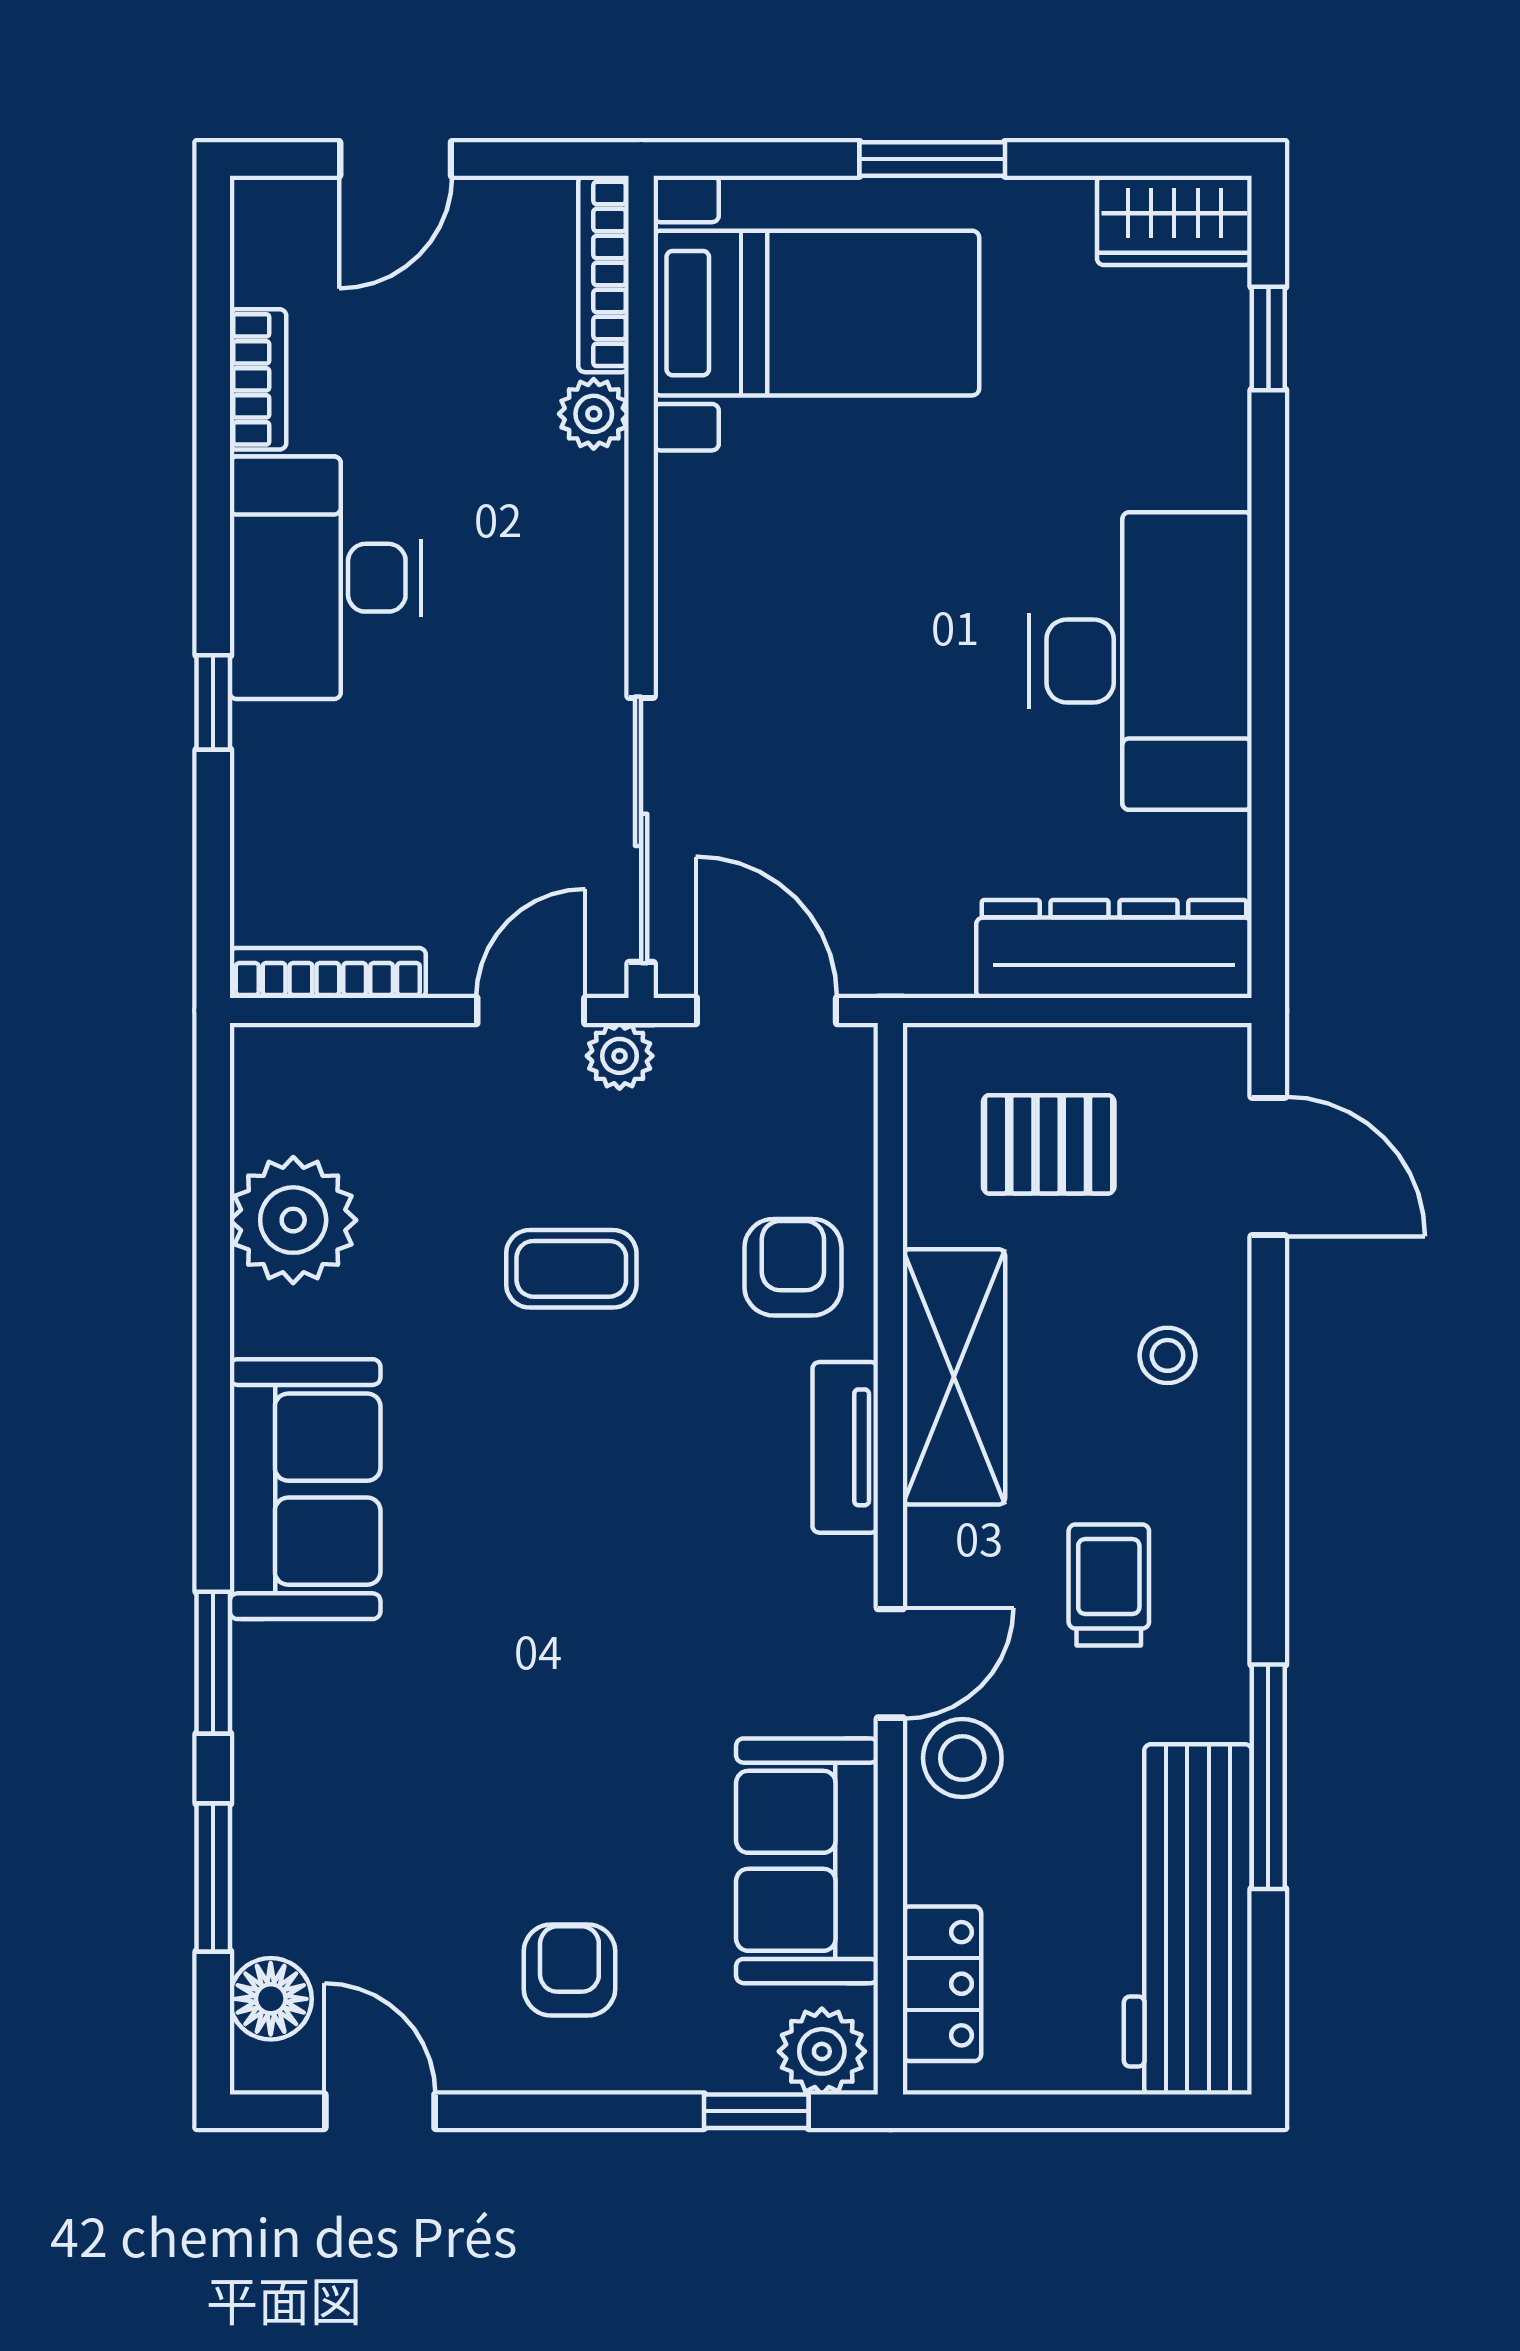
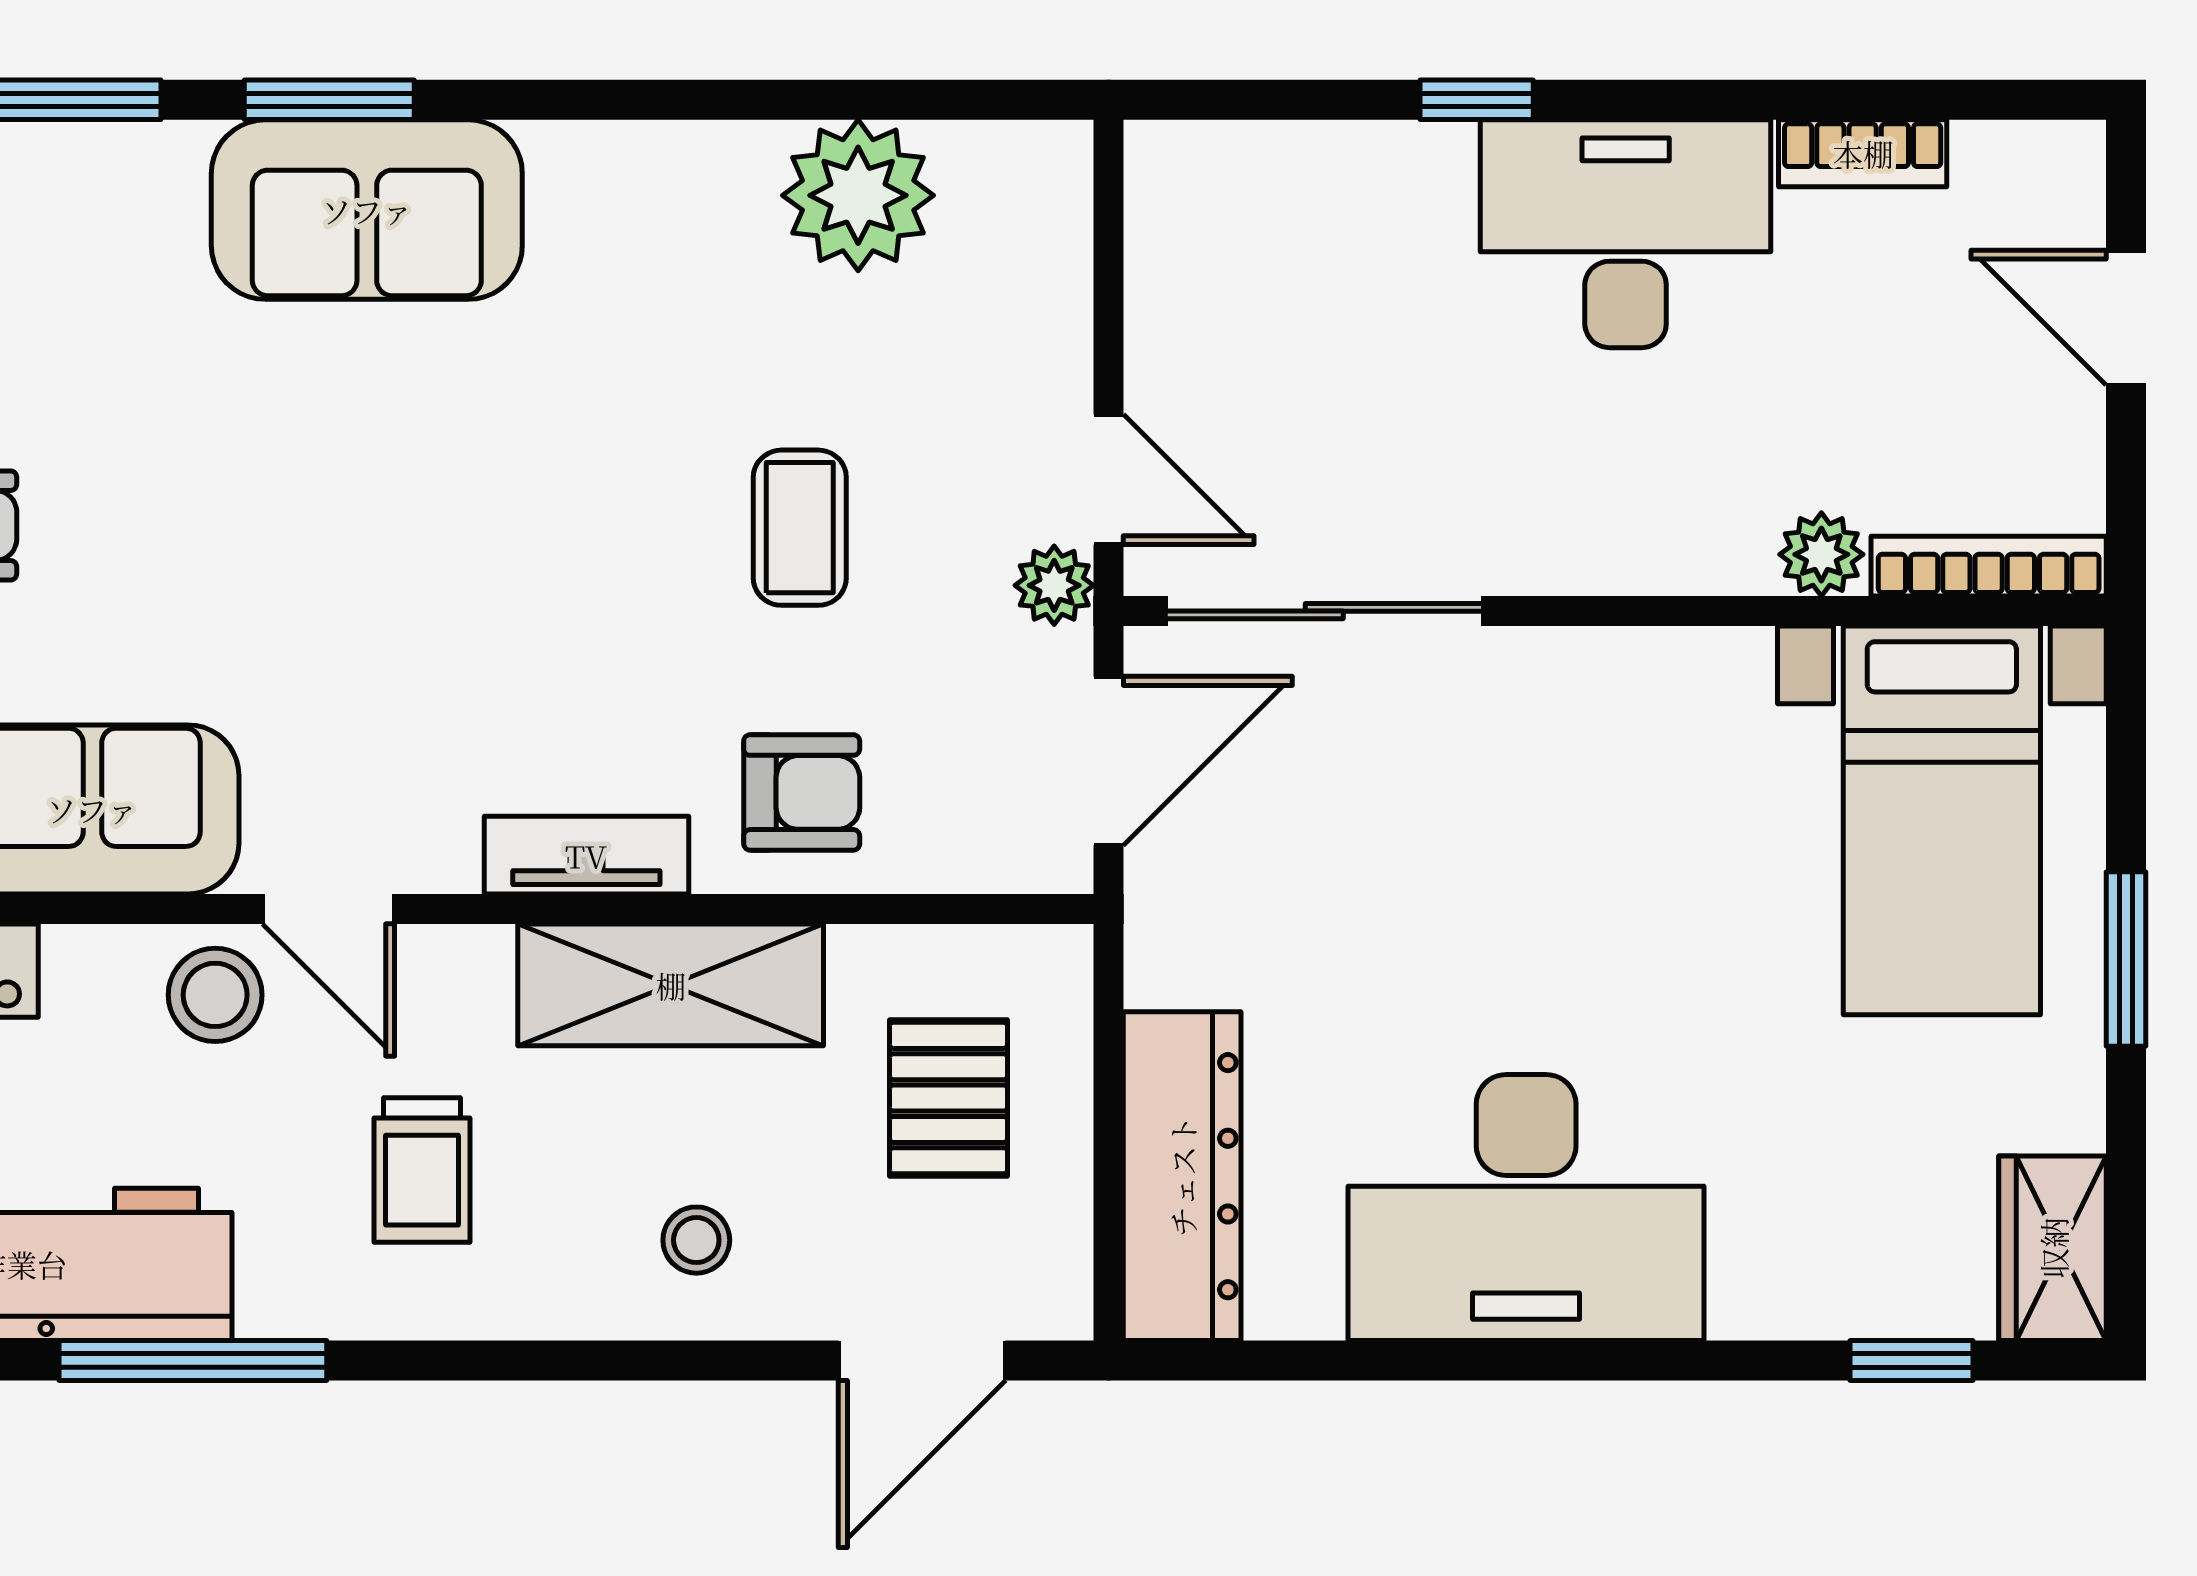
bookcase: (328, 973) -> (1153, 237), removed
sofa: (305, 1489) -> (367, 210), moved
trolley: (1109, 1585) -> (422, 1170), turned 90

